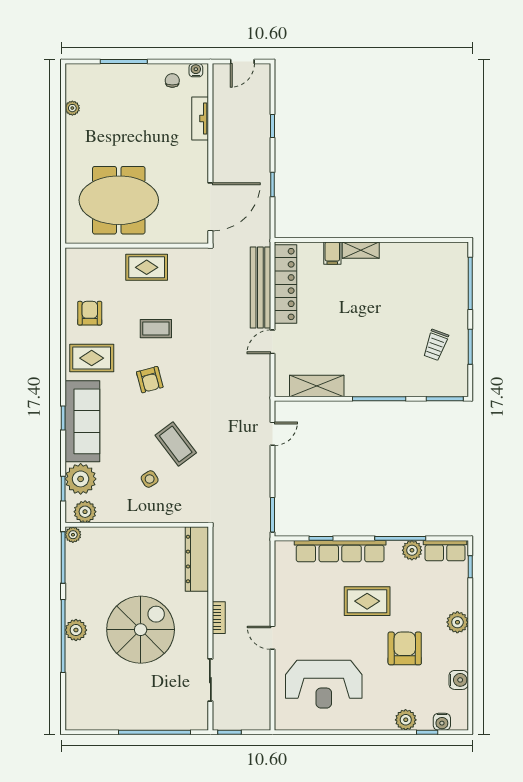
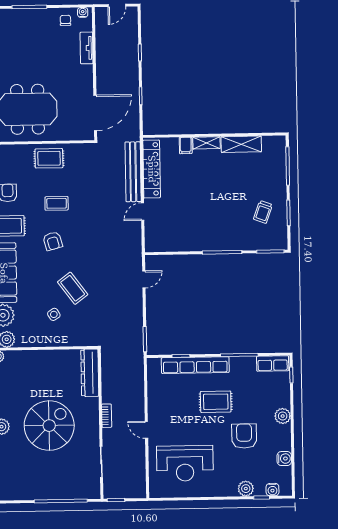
shelving: (317, 386) -> (241, 144), moved
plant: (412, 550) -> (248, 364), removed

